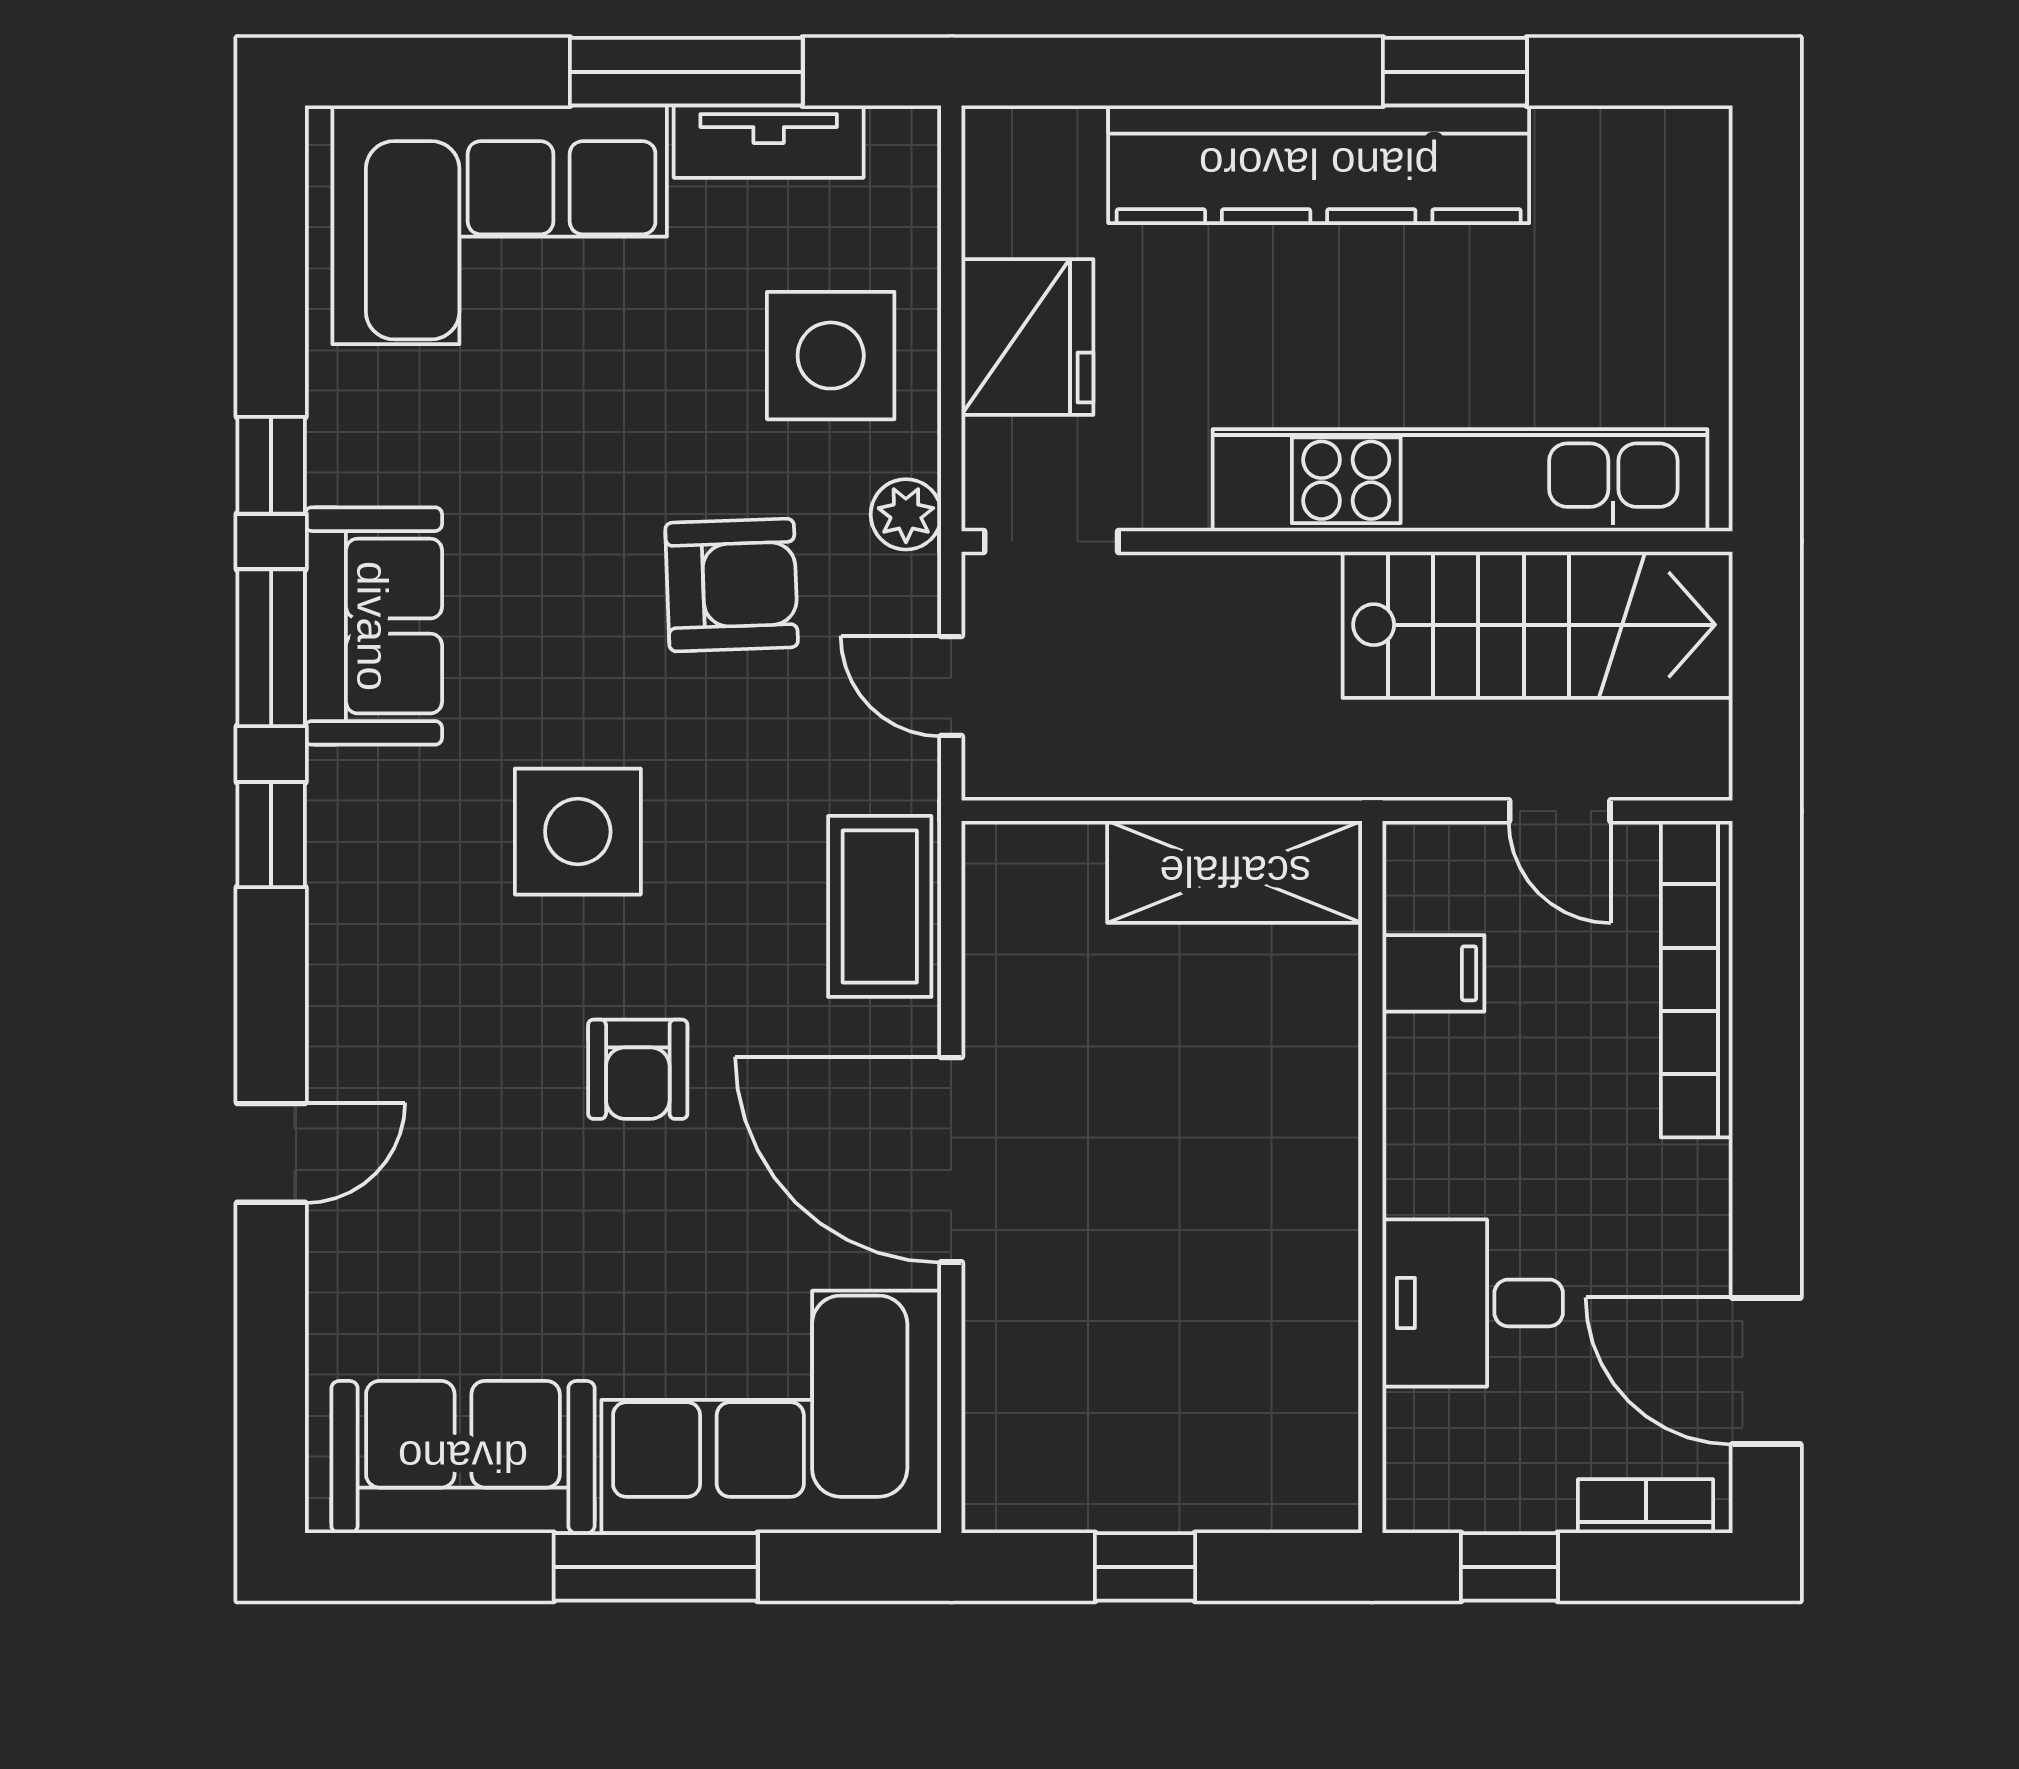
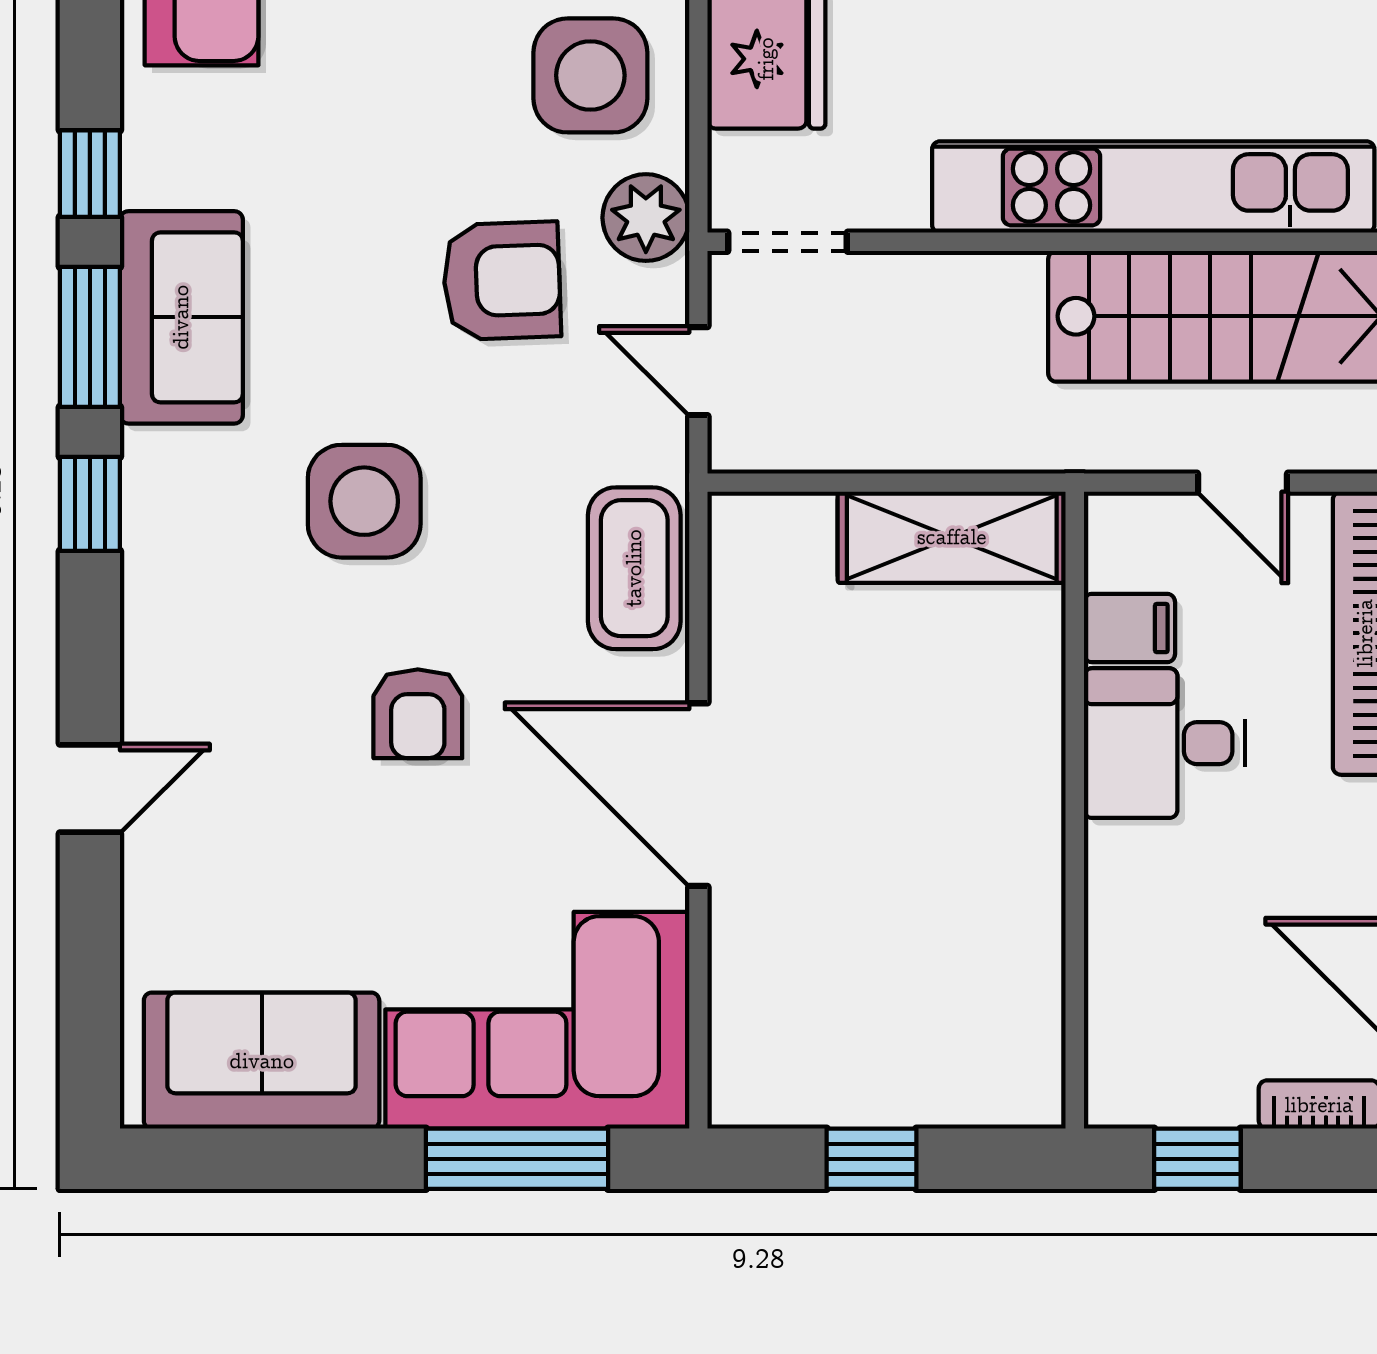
plant: (906, 514) -> (646, 218), width x1.38, depth x1.38
desk: (1473, 1303) -> (1165, 743), moved
window: (656, 1567) -> (517, 1159), moved

